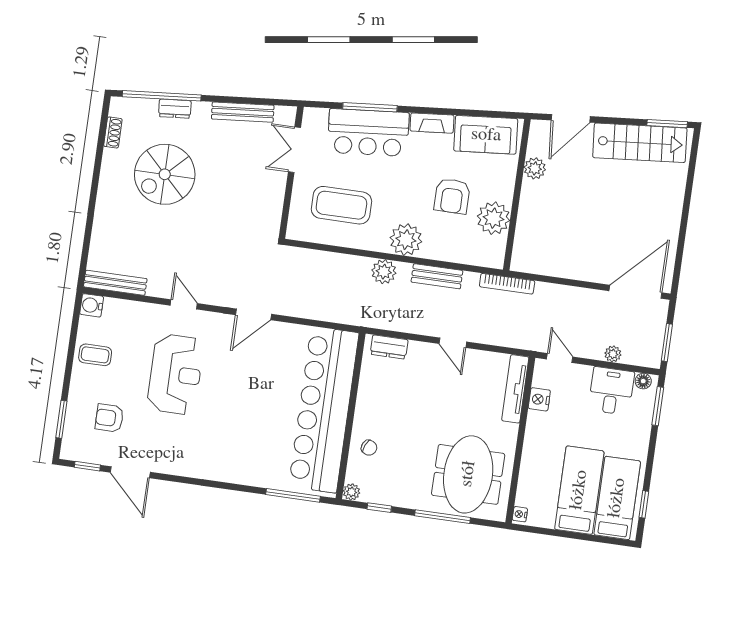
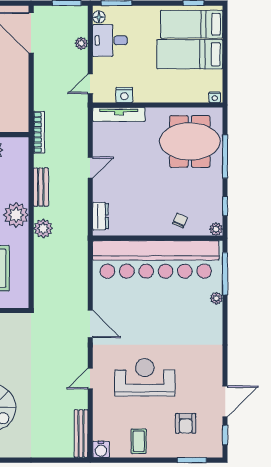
plant: (263, 480) -> (216, 298), added

